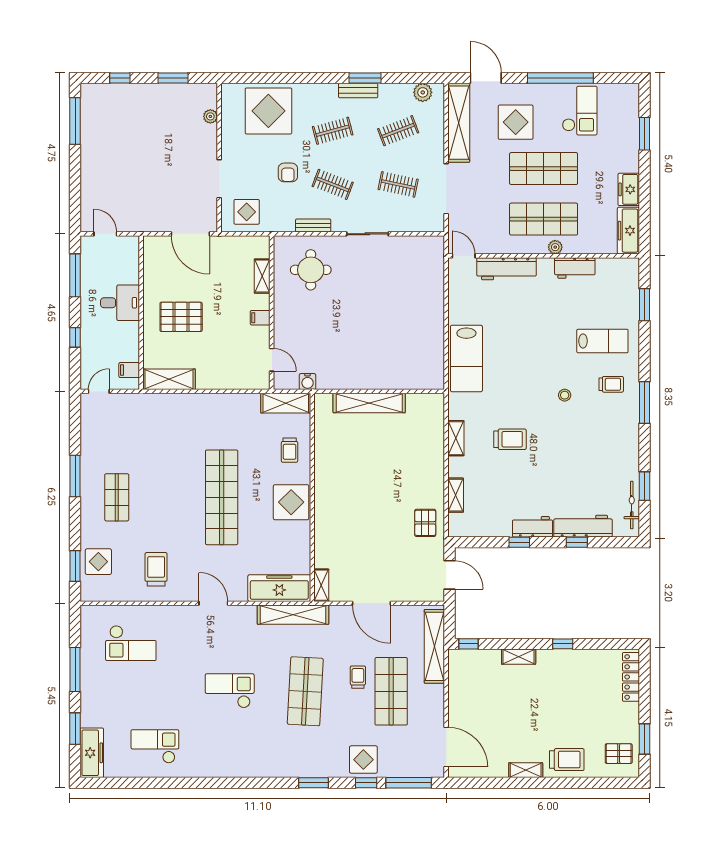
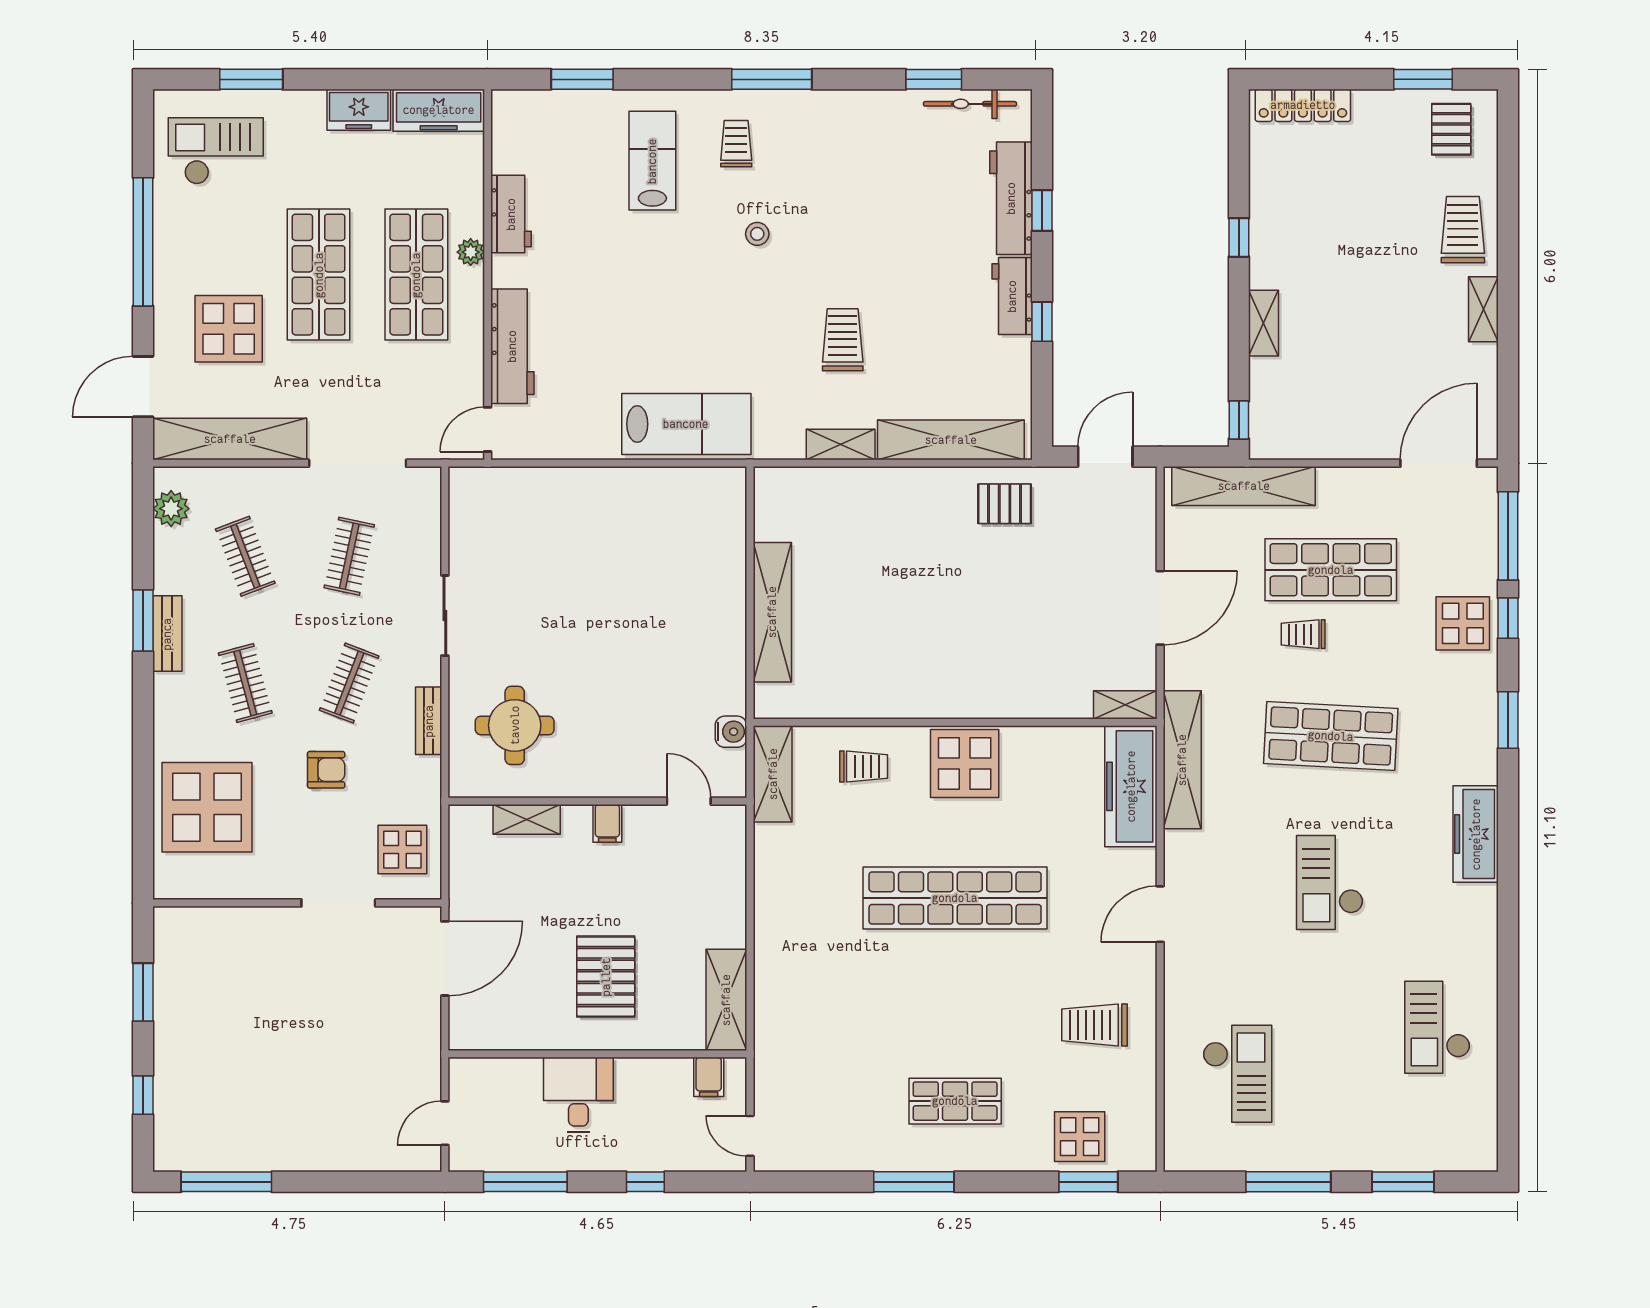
checkout: (580, 111) -> (216, 151), moved
plant: (210, 116) -> (218, 920), removed
door: (272, 360) -> (689, 801), hinge flipped
shelving: (456, 495) -> (951, 440), width x2.20, depth x1.33
freezer: (92, 753) -> (1476, 834), moved, turned -90

